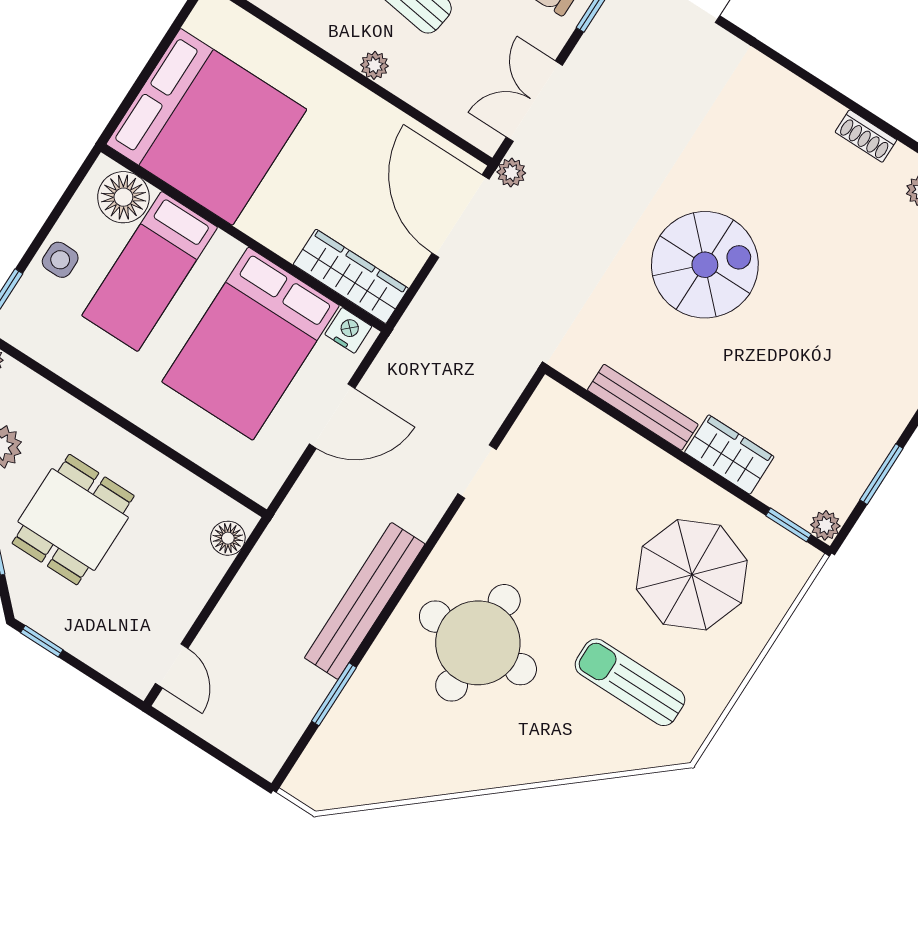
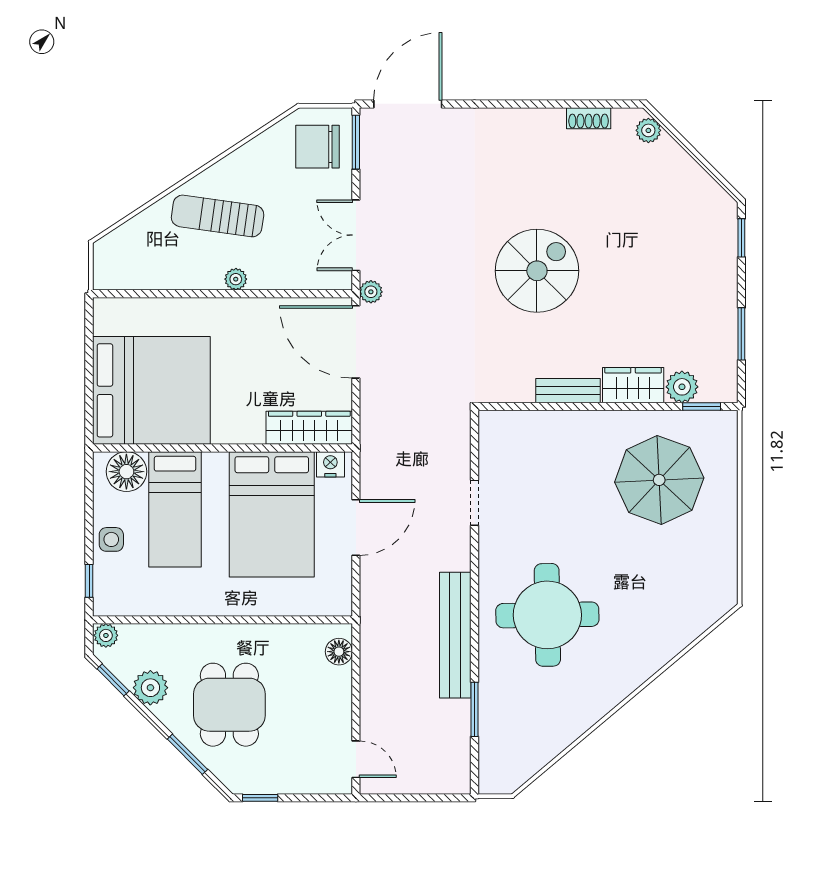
bench: (643, 407) -> (568, 391), width x0.73
plant: (825, 525) -> (682, 387), moved, width x1.38, depth x1.38
sun lounger: (630, 682) -> (664, 577), removed

